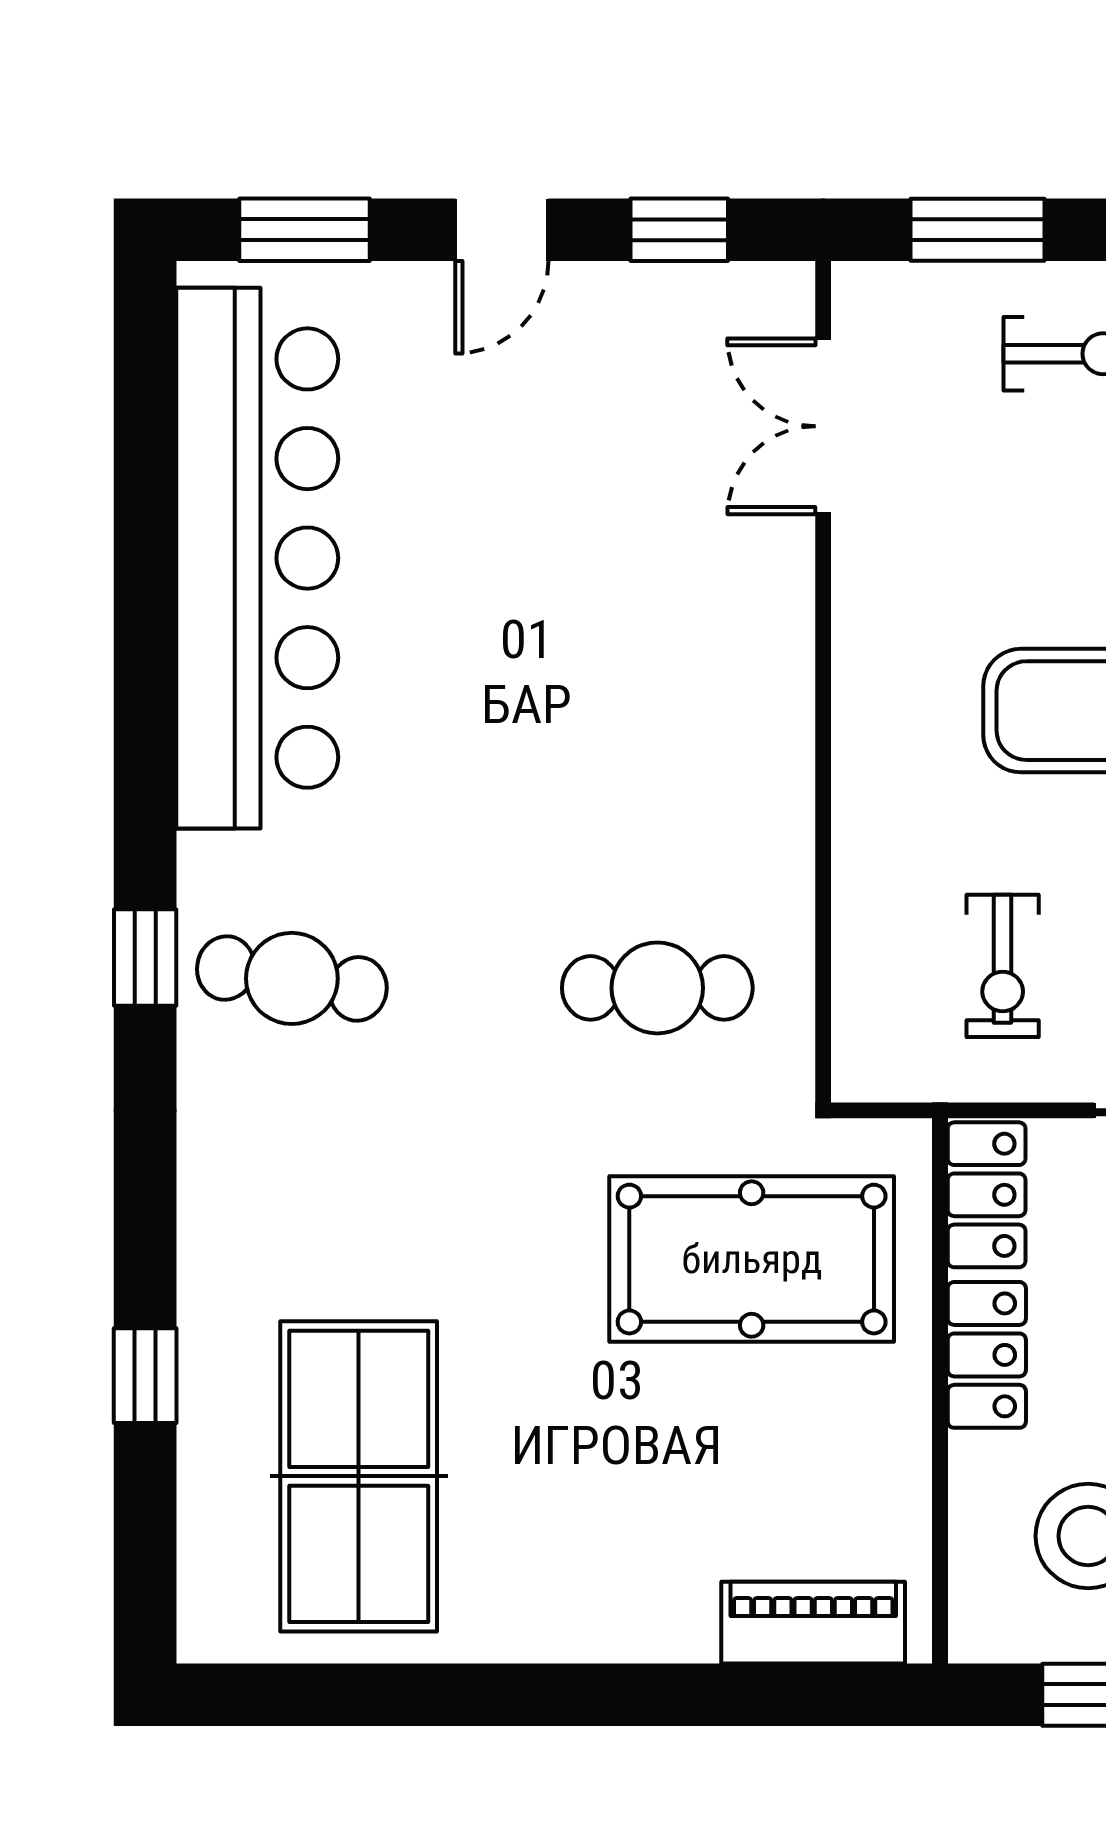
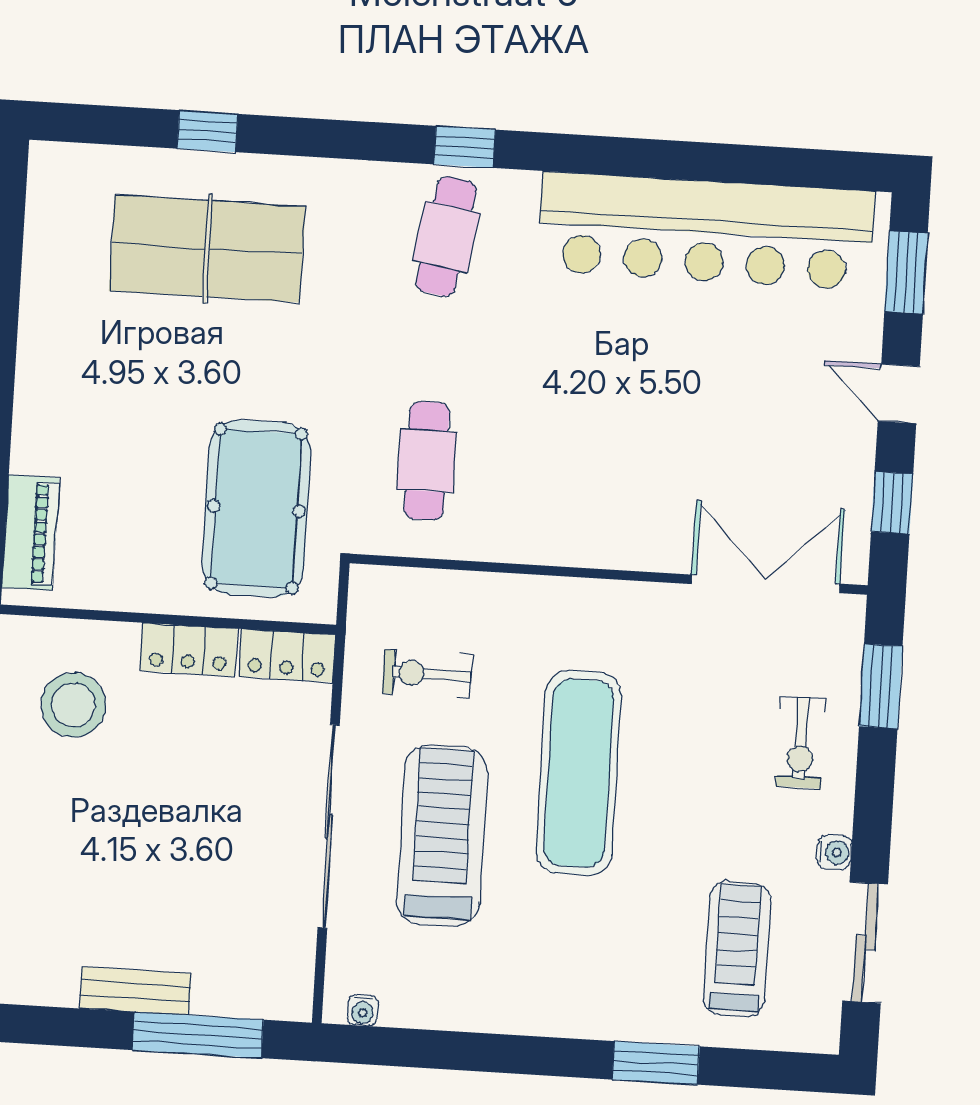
double door: (823, 426) -> (766, 584), width x1.37
table tennis table: (359, 1476) -> (207, 249), moved

